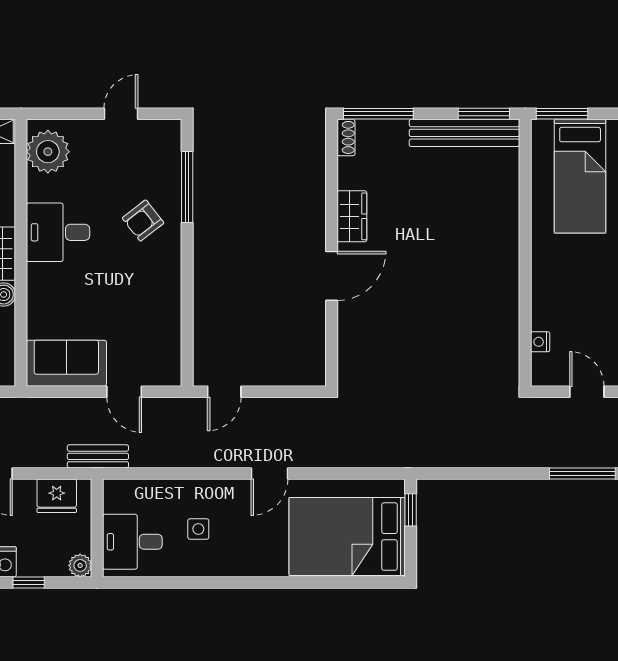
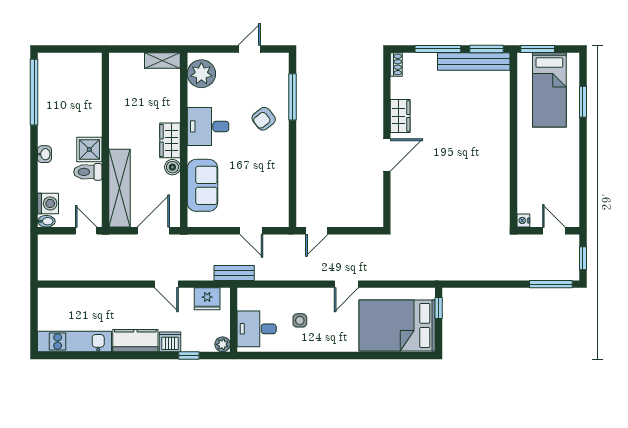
window: (378, 114) -> (438, 49), moved
nightstand: (540, 342) -> (523, 221), moved
sofa: (66, 363) -> (202, 185), moved, turned 90

